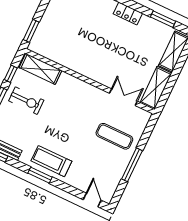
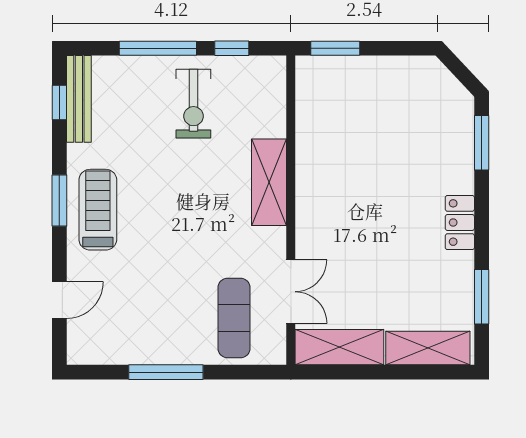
shelving: (41, 69) -> (269, 182), moved
exercise mat: (114, 136) -> (234, 318), moved
door: (92, 200) -> (59, 300), moved

